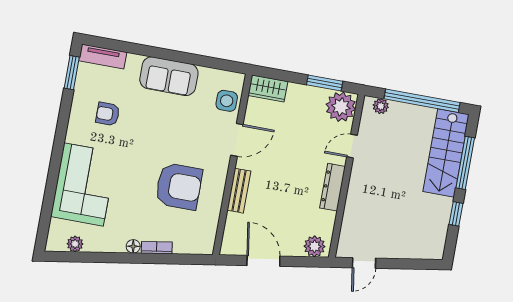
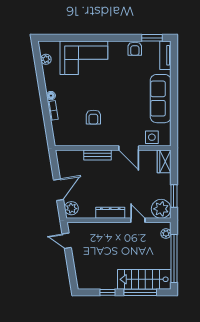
sofa: (169, 76) -> (161, 99), width x1.36
armchair: (108, 114) -> (135, 49), moved, turned 180
armchair: (179, 186) -> (93, 117), width x0.53, depth x0.53
door: (263, 261) -> (58, 190), moved

